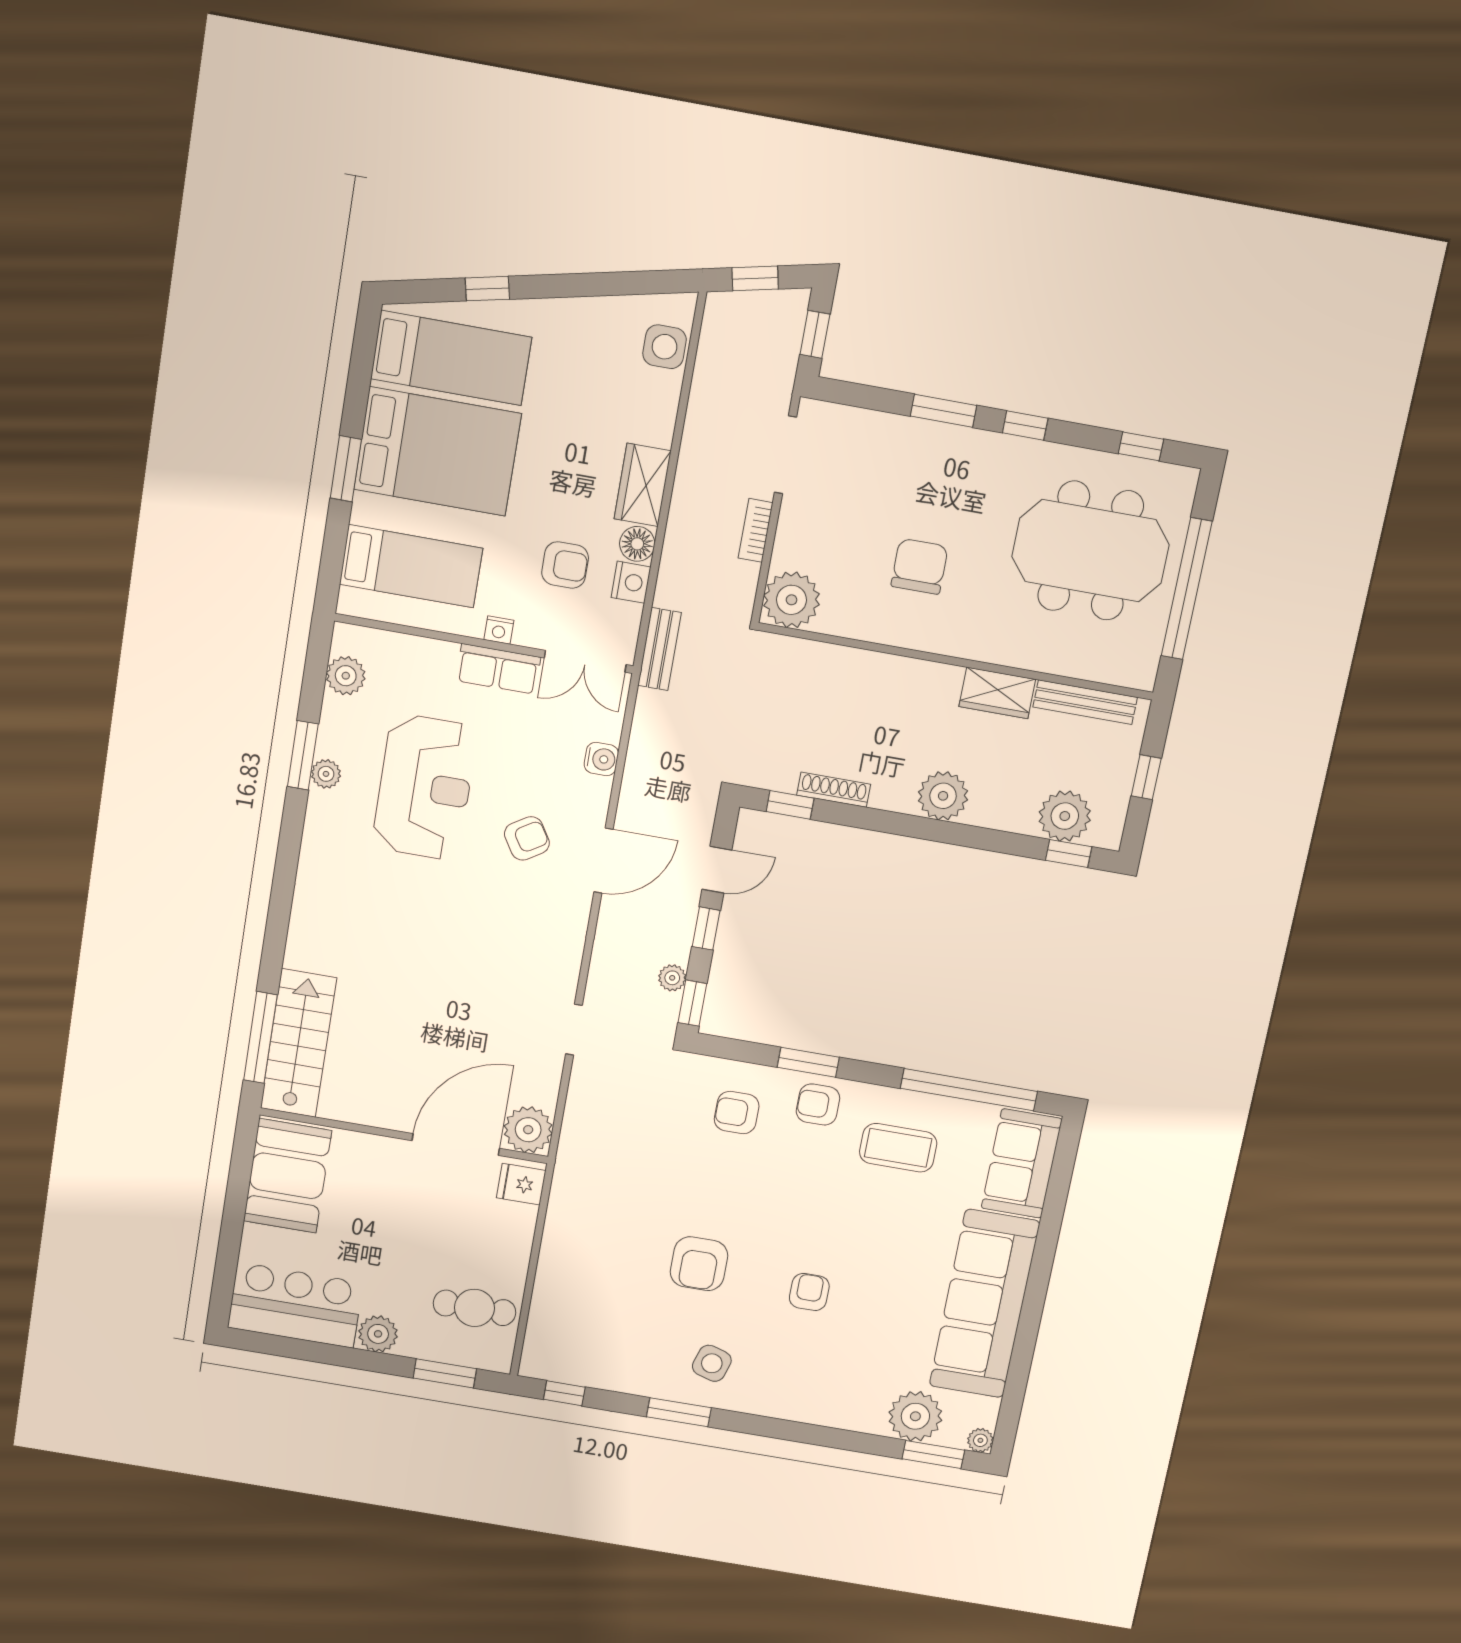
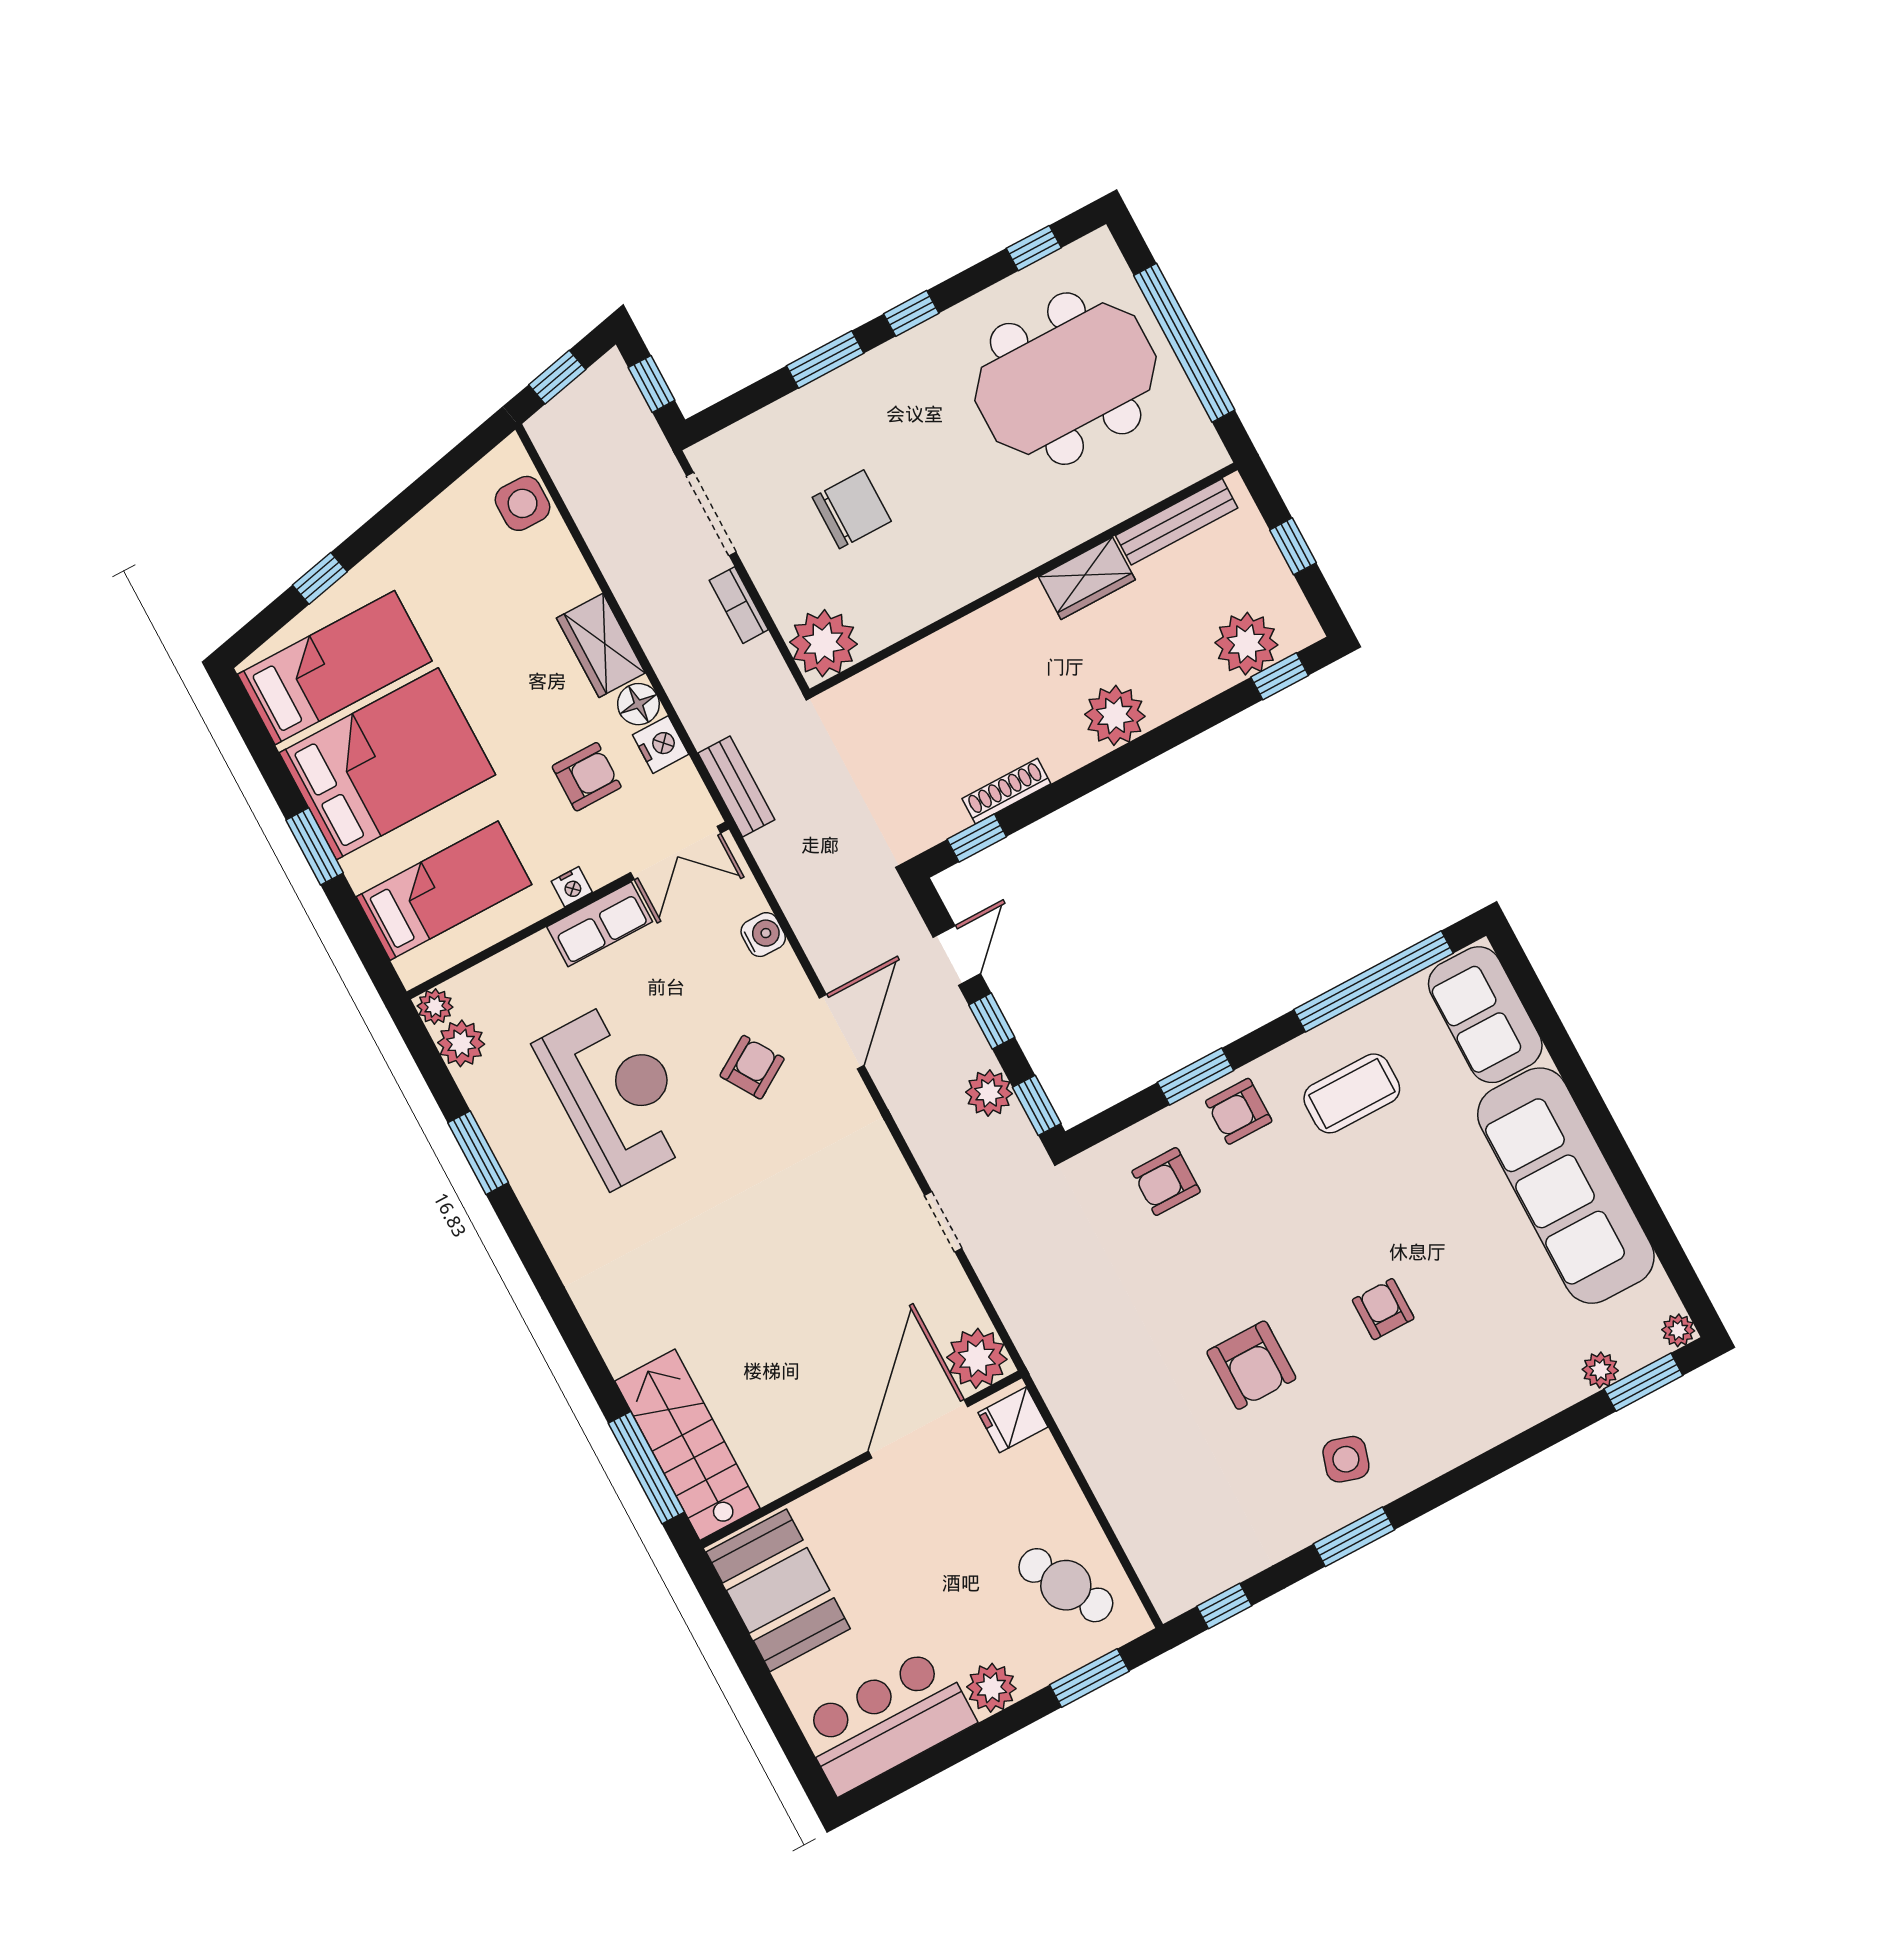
chair: (920, 566) -> (852, 509), moved, turned 90
plant: (326, 774) -> (435, 1006), moved
plant: (672, 978) -> (989, 1093), width x1.38, depth x1.38
cafe table: (474, 1308) -> (1066, 1585), turned 61
plant: (915, 1416) -> (1600, 1370), width x0.53, depth x0.53

